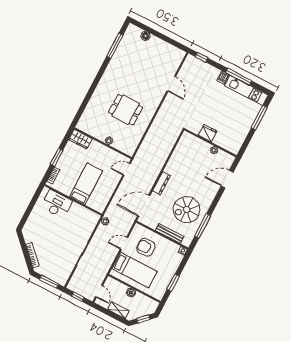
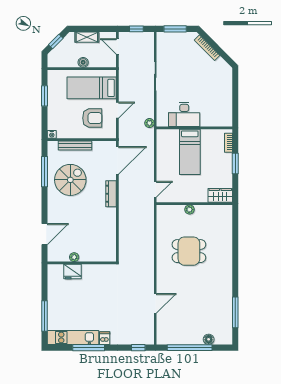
window: (163, 37) -> (190, 348), added
door: (171, 84) -> (155, 303), swing flipped
fridge: (208, 133) -> (73, 271), moved
desk: (57, 204) -> (184, 114), moved

